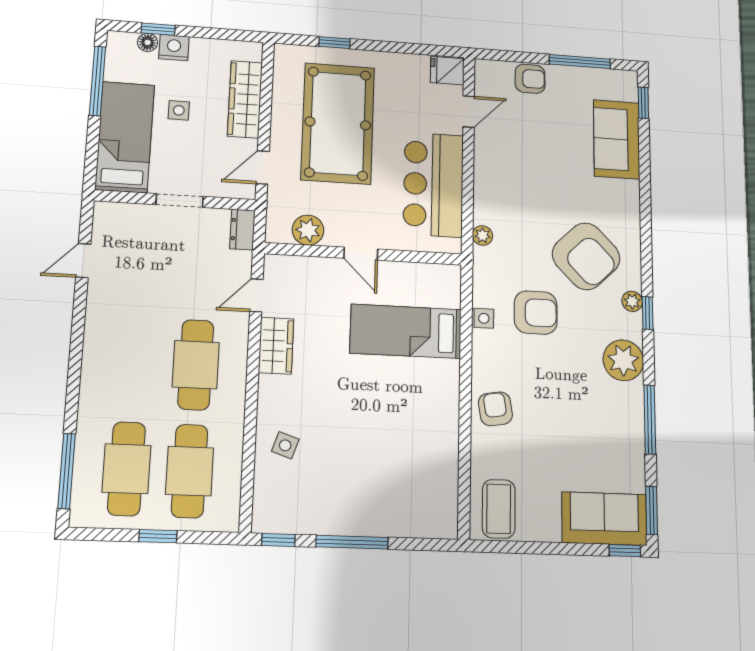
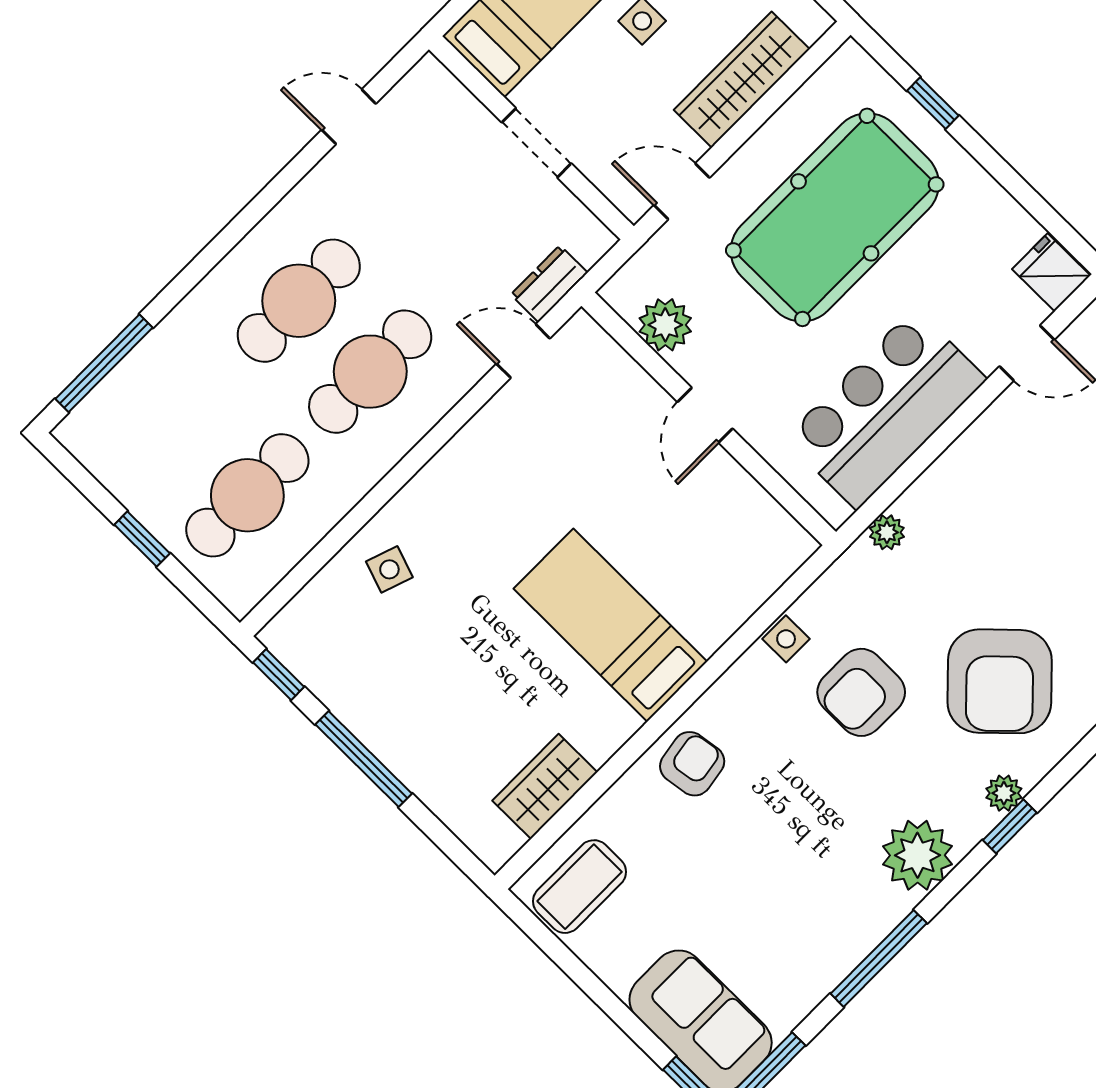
dresser: (242, 230) -> (549, 284), moved
armchair: (536, 313) -> (861, 692), turned 90
bed: (406, 331) -> (610, 625), moved
wardrobe: (276, 346) -> (545, 786), moved, turned 180
cafe table: (126, 469) -> (299, 301), moved

